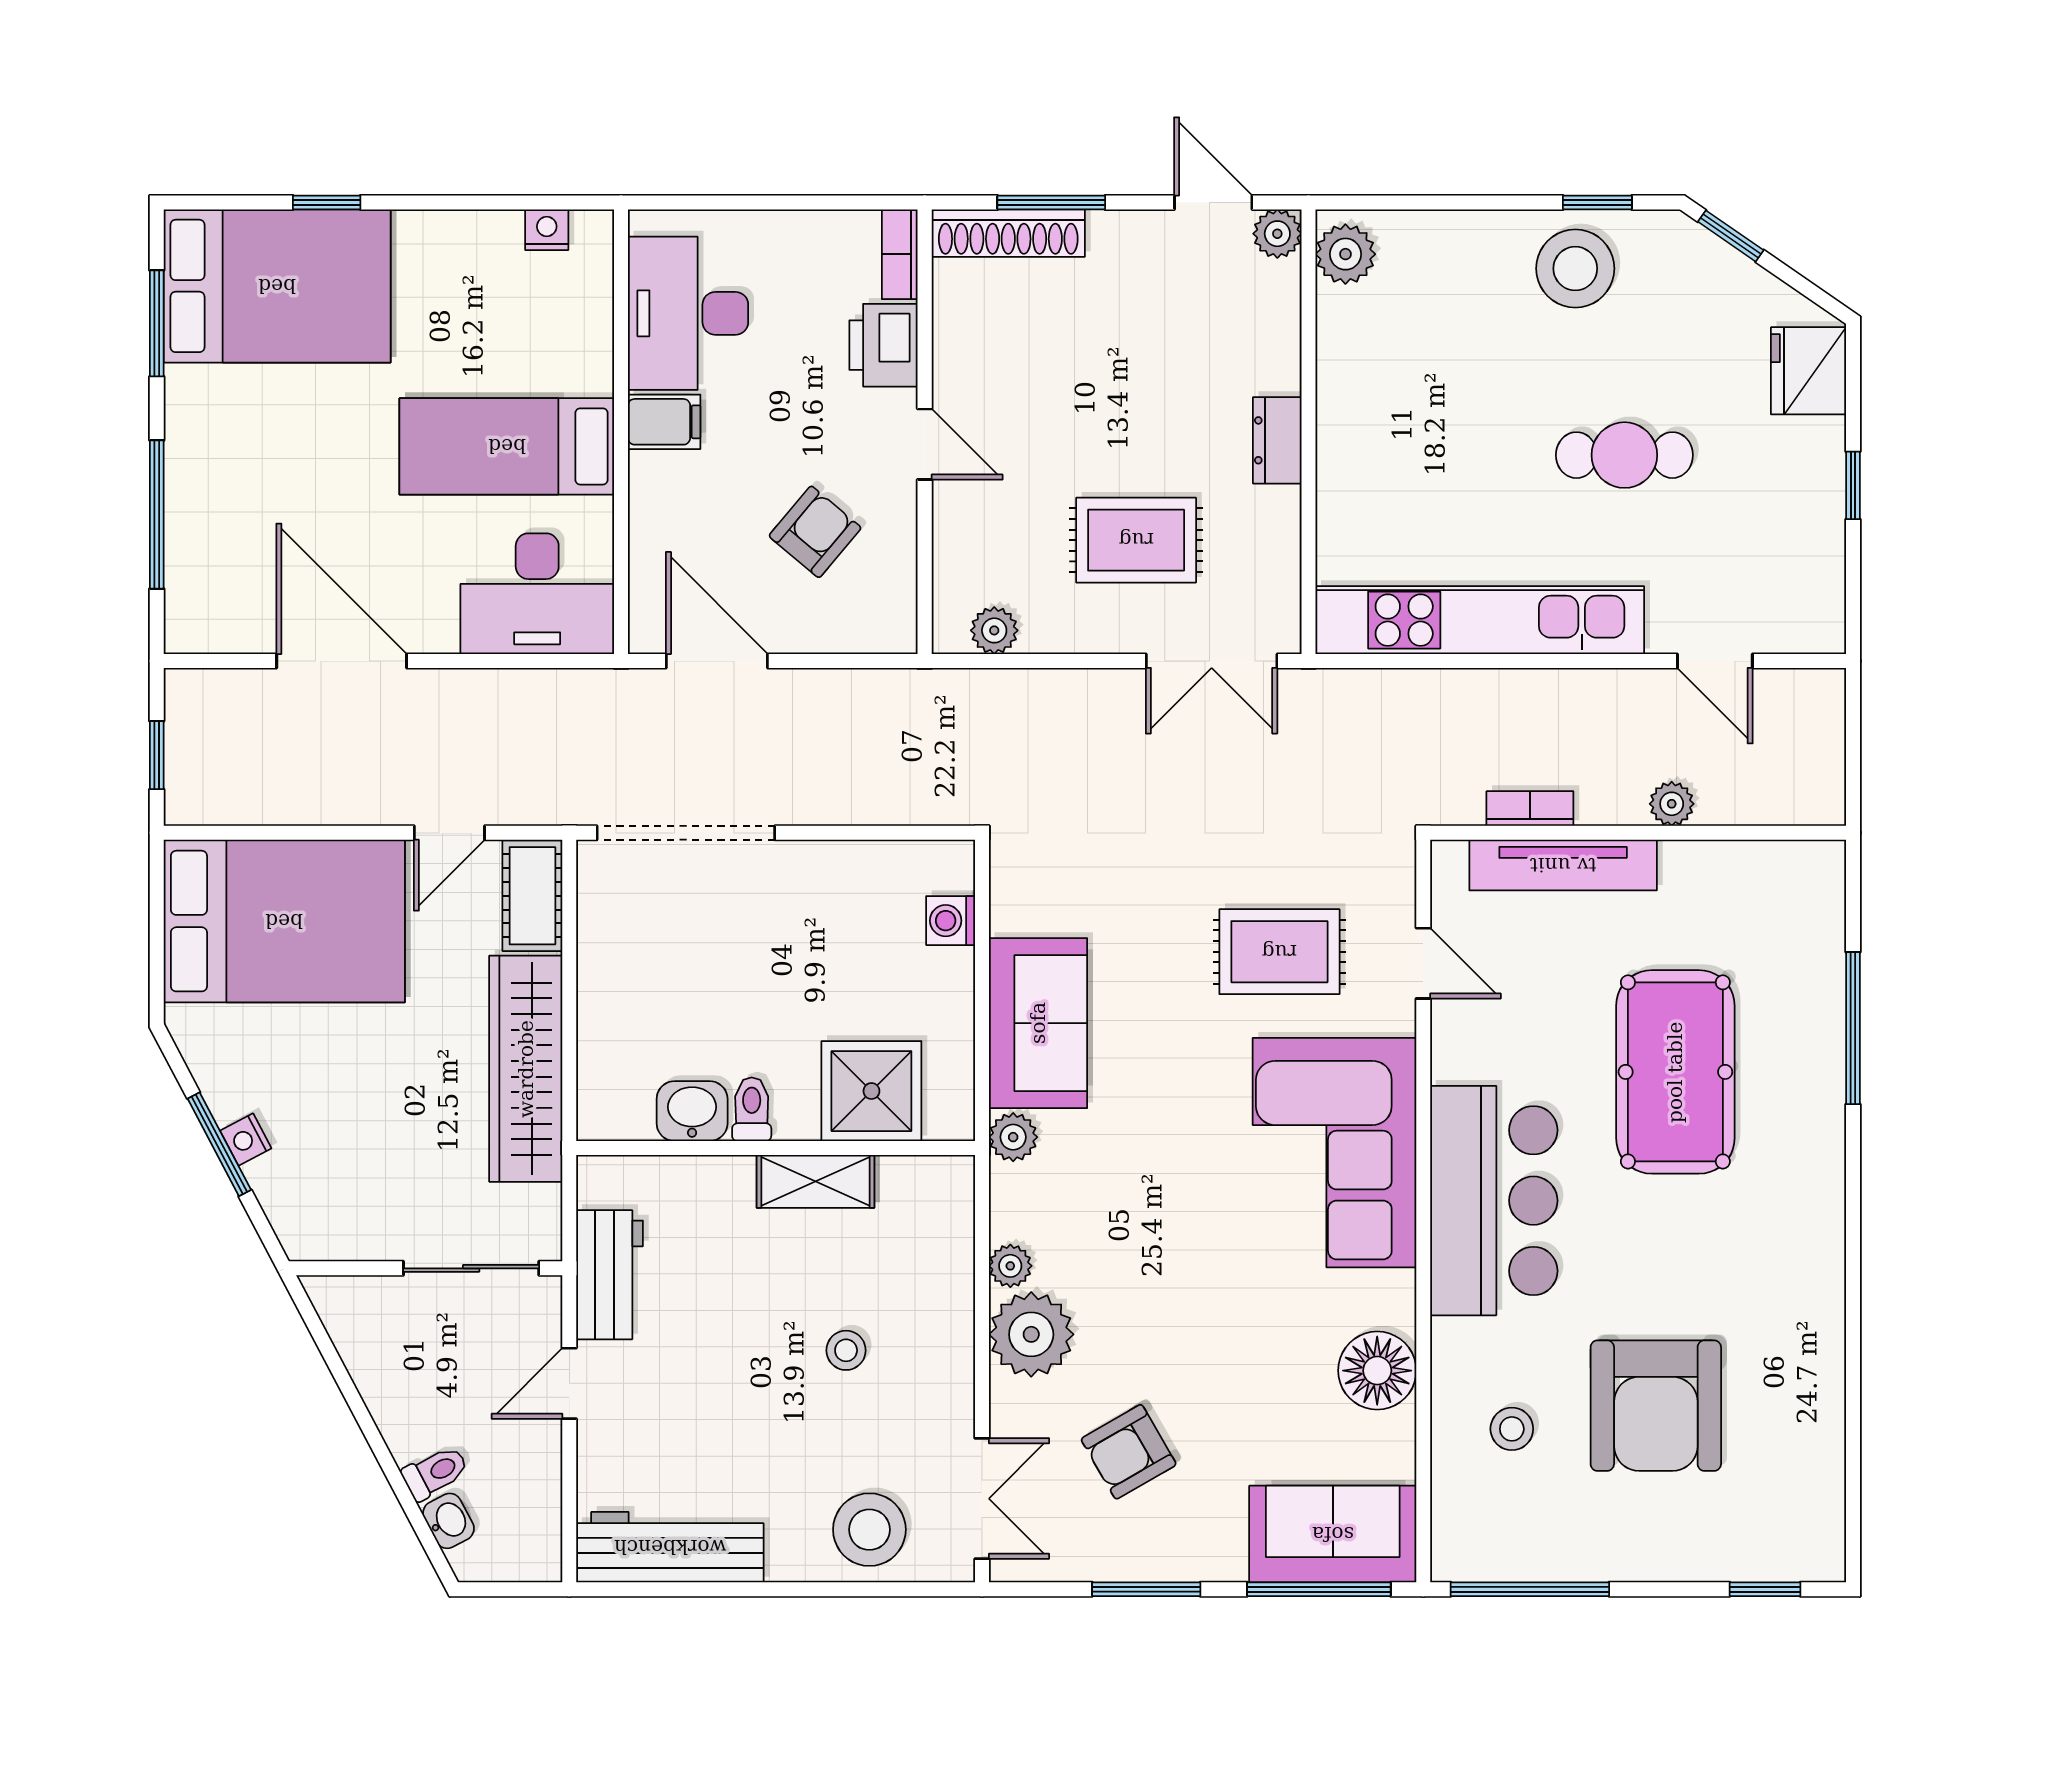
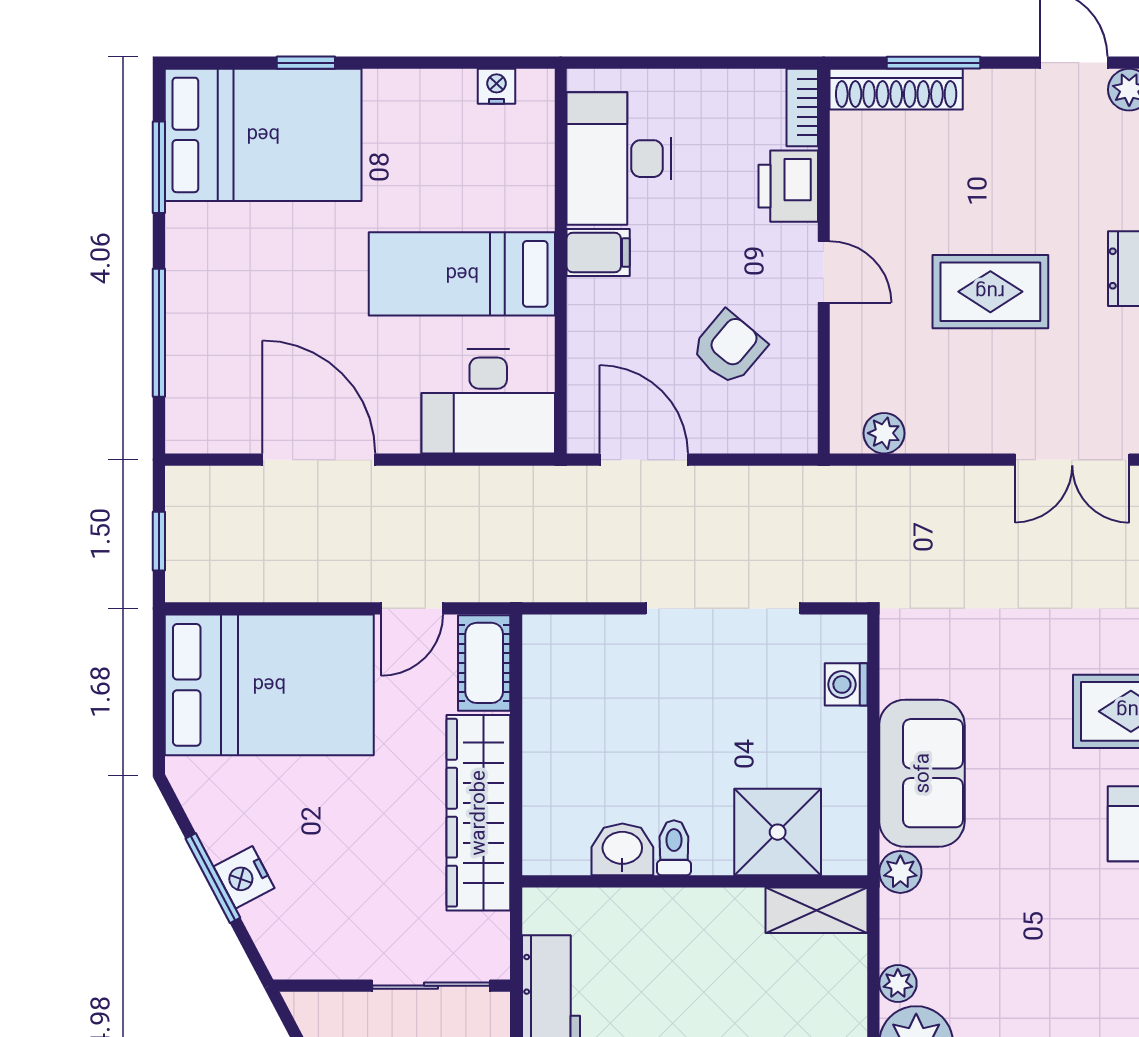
rug: (1136, 540) -> (990, 292), moved
doorway: (686, 833) -> (723, 608), moved
nightstand: (246, 1139) -> (244, 877), width x1.39, depth x1.35
shelving: (815, 1181) -> (816, 910), moved

